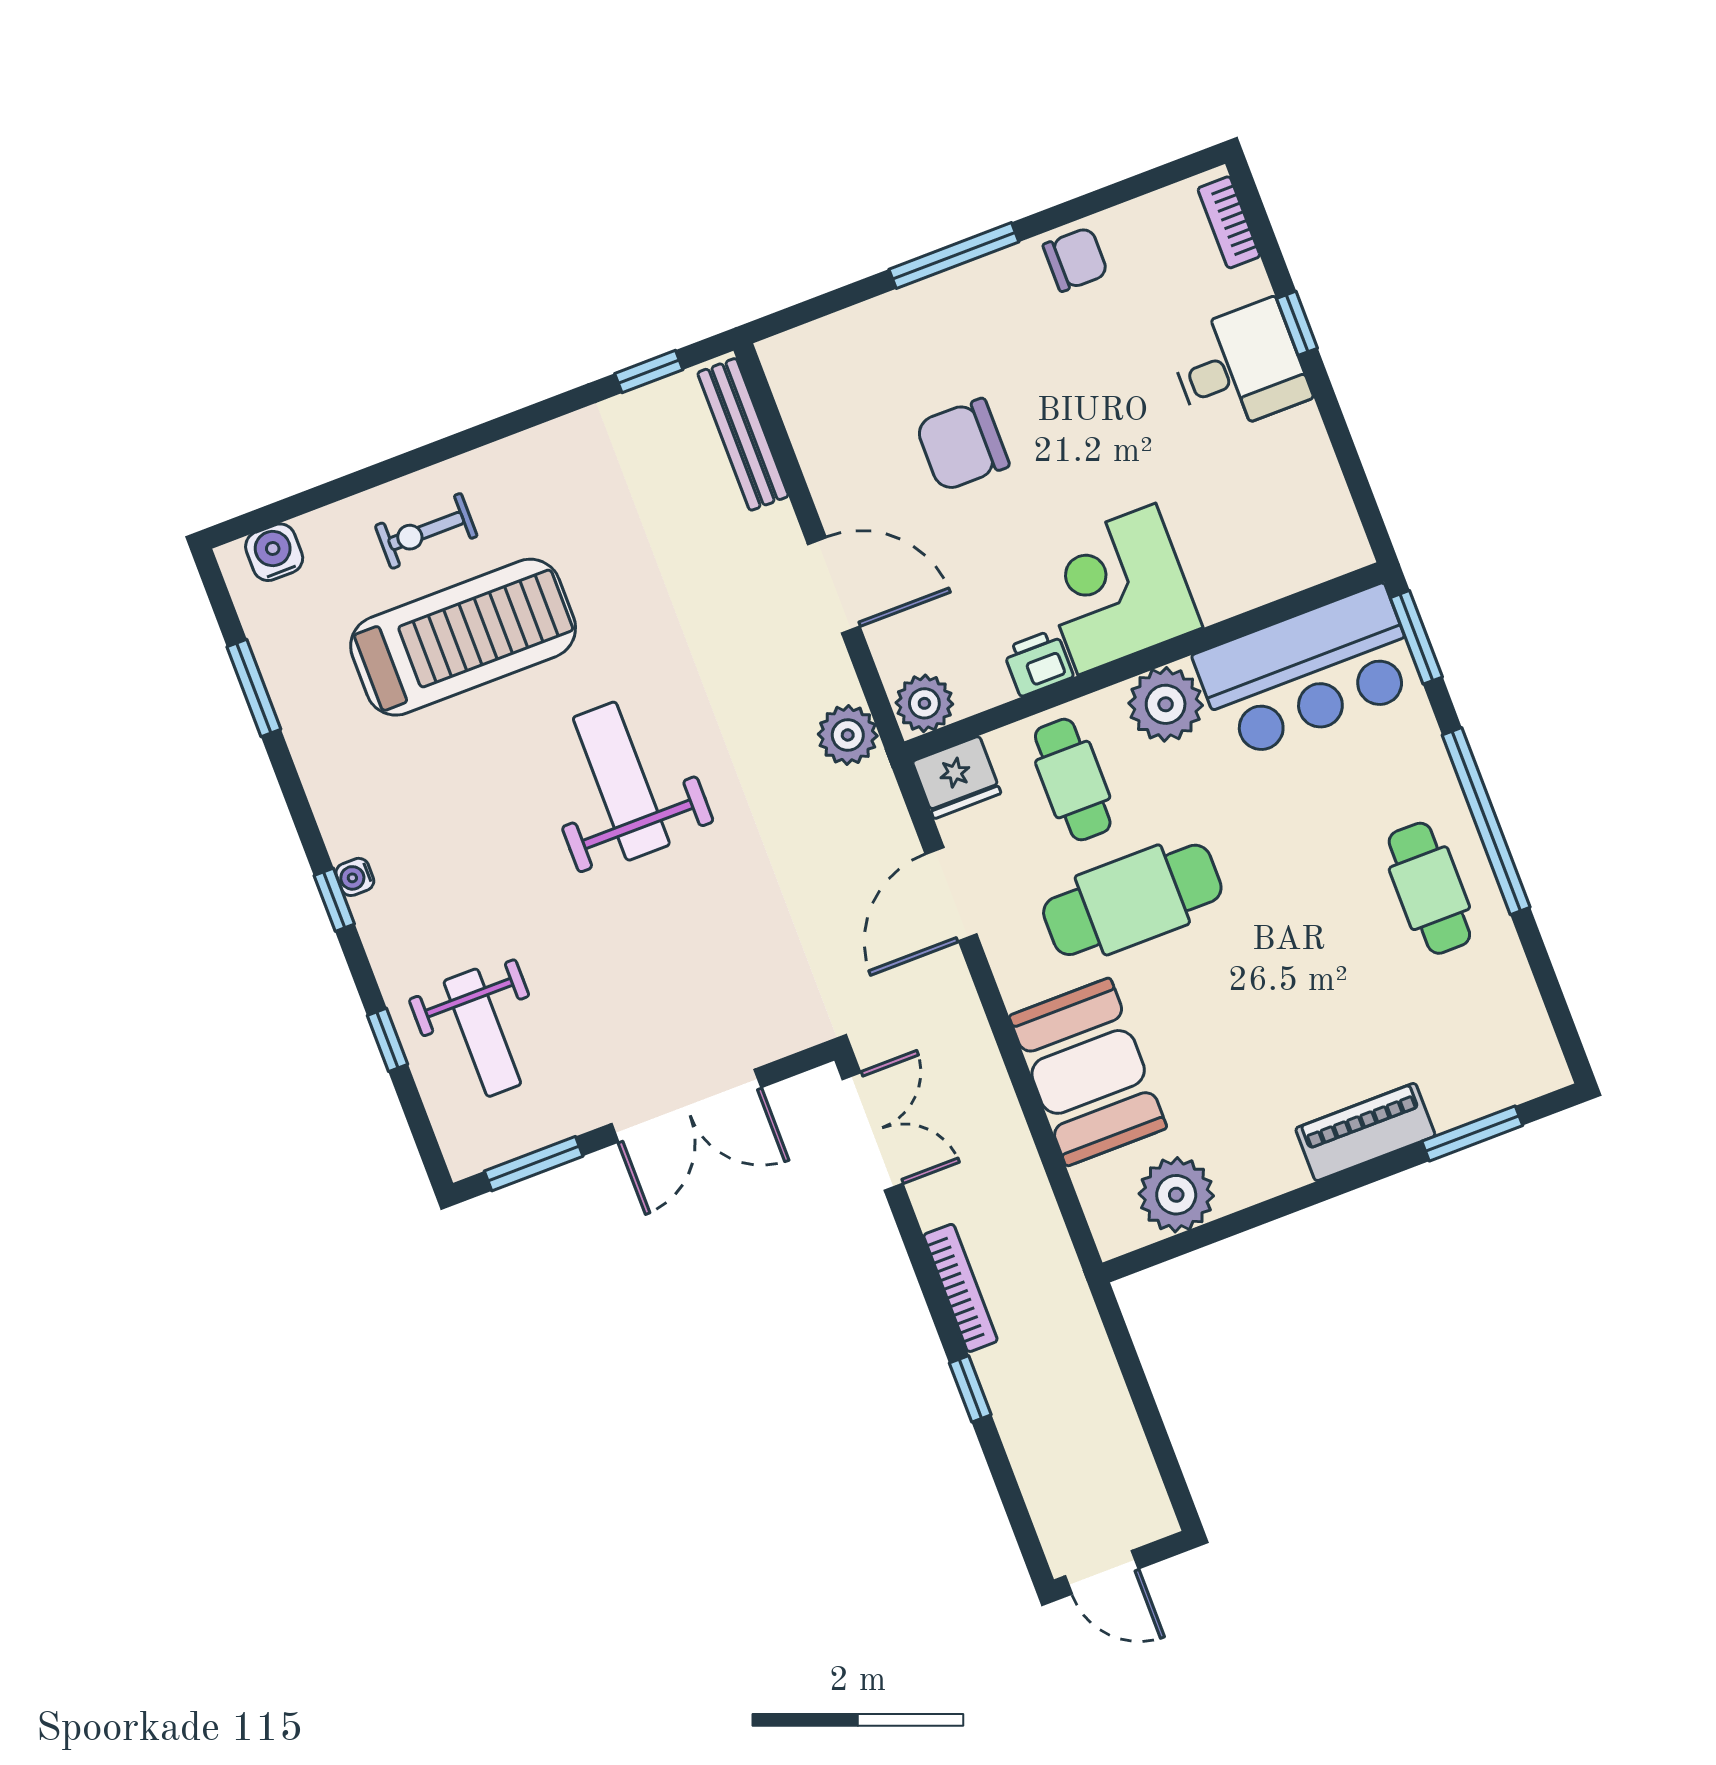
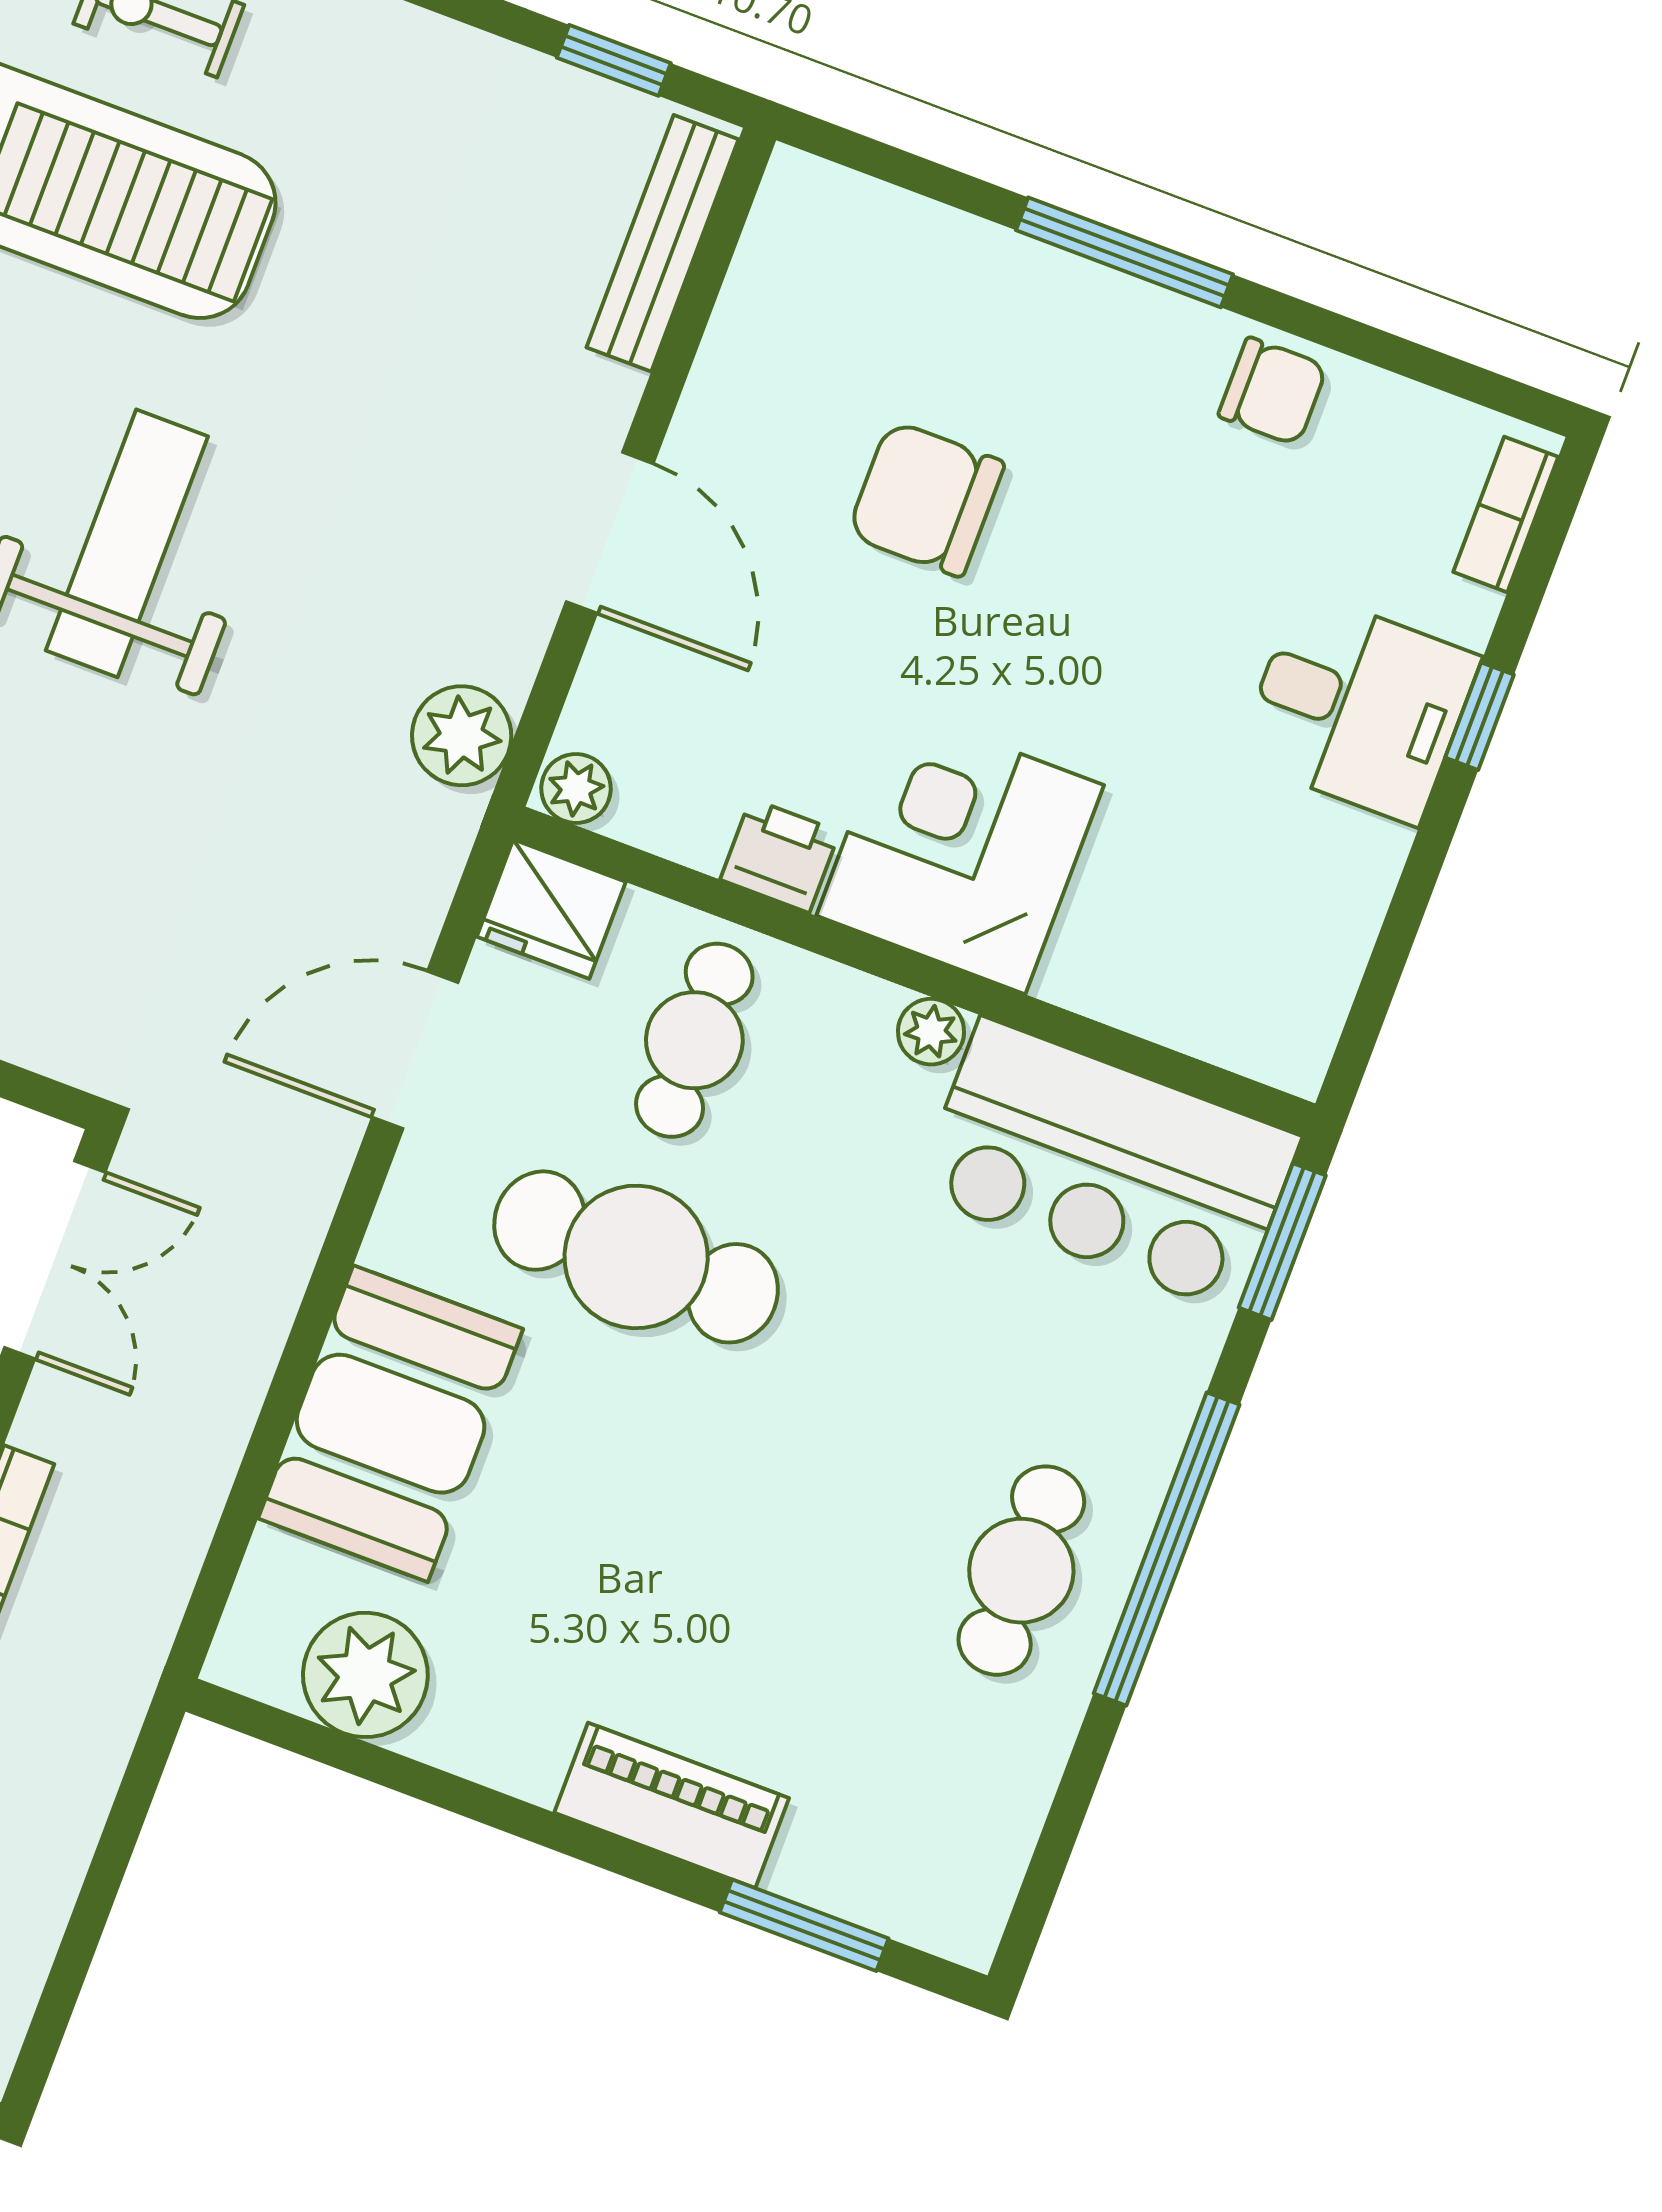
plant: (924, 703) -> (576, 788), width x0.73, depth x0.73
plant: (1166, 704) -> (931, 1032), width x0.53, depth x0.53

